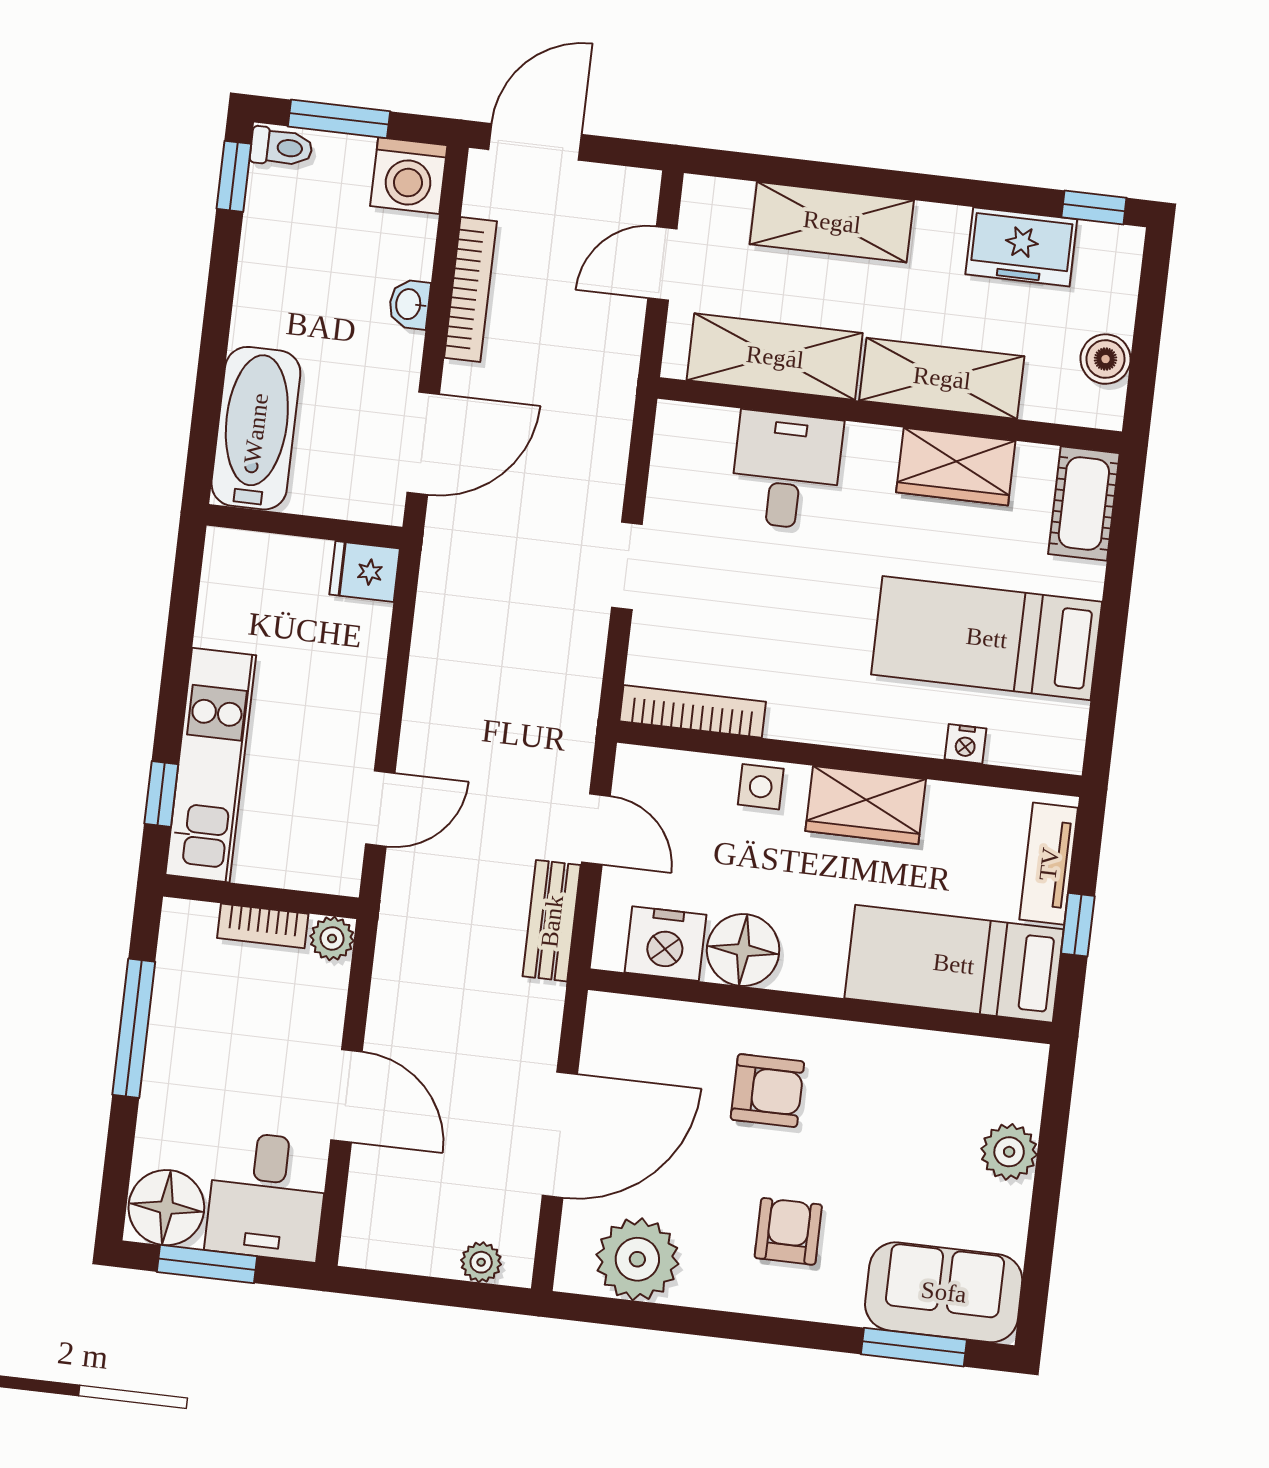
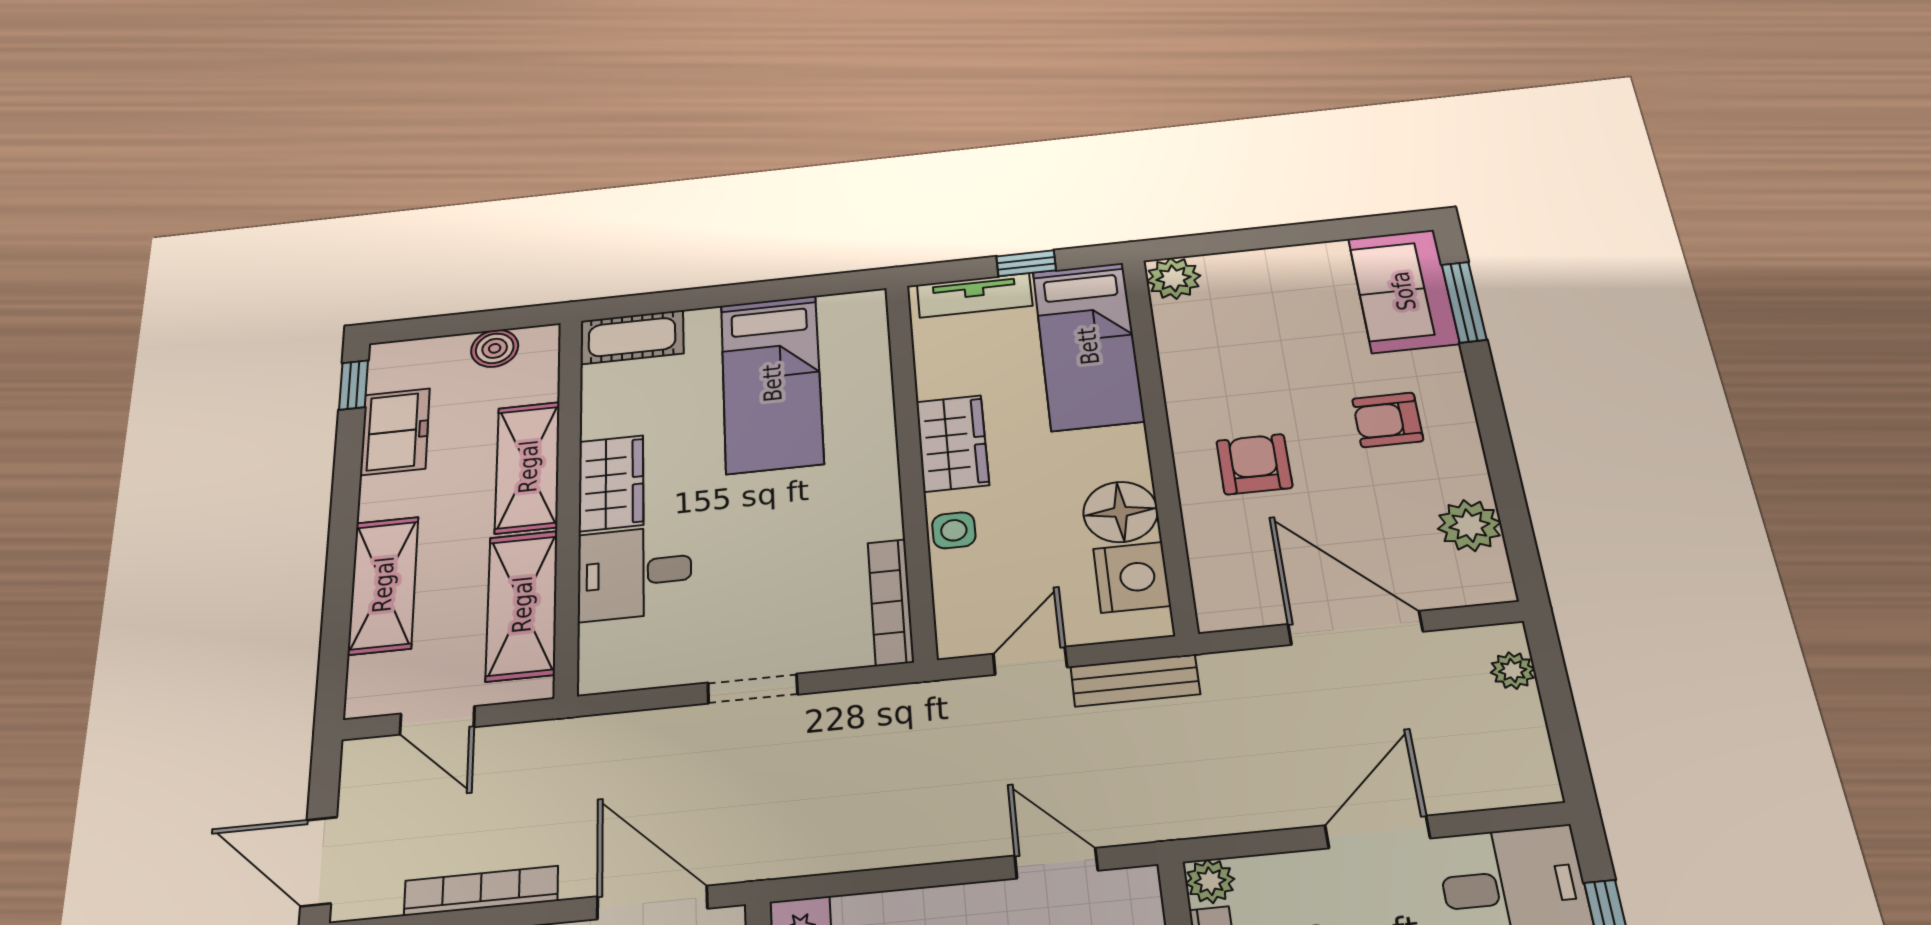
wardrobe: (956, 467) -> (611, 483), moved
nightstand: (966, 744) -> (876, 379), removed
plant: (1009, 1152) -> (1174, 278), moved
plant: (637, 1259) -> (1469, 526), width x0.73, depth x0.73

